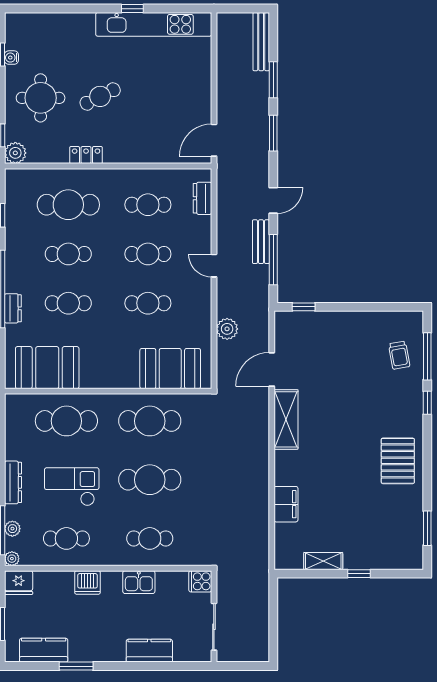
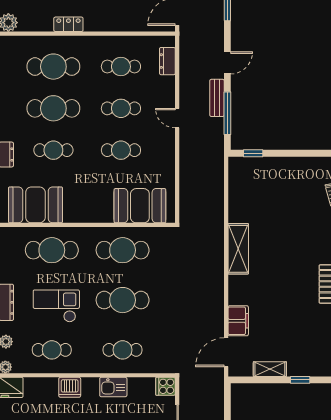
cafe table: (68, 254) -> (53, 108), width x1.37, depth x1.35
plant: (227, 329) -> (188, 172), removed
door: (272, 369) -> (226, 352), moved

